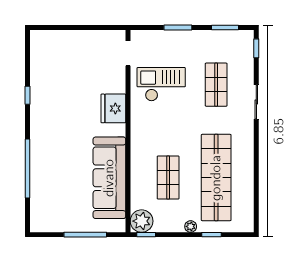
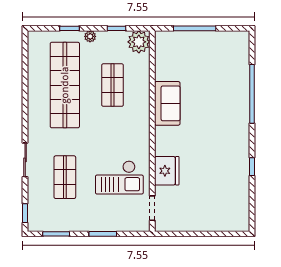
fridge: (113, 108) -> (167, 171), moved
sofa: (109, 178) -> (167, 103), width x0.54, depth x0.79
window: (146, 235) -> (116, 28), moved

